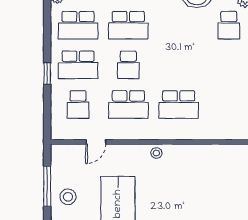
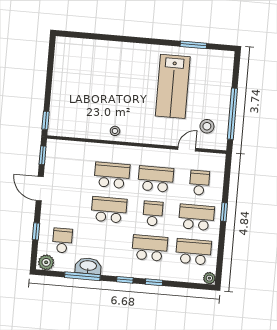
school desk: (179, 65) -> (109, 210), added
stool: (156, 153) -> (115, 131), moved
window: (47, 186) -> (232, 114), width x1.46
stool: (68, 197) -> (207, 126), moved

